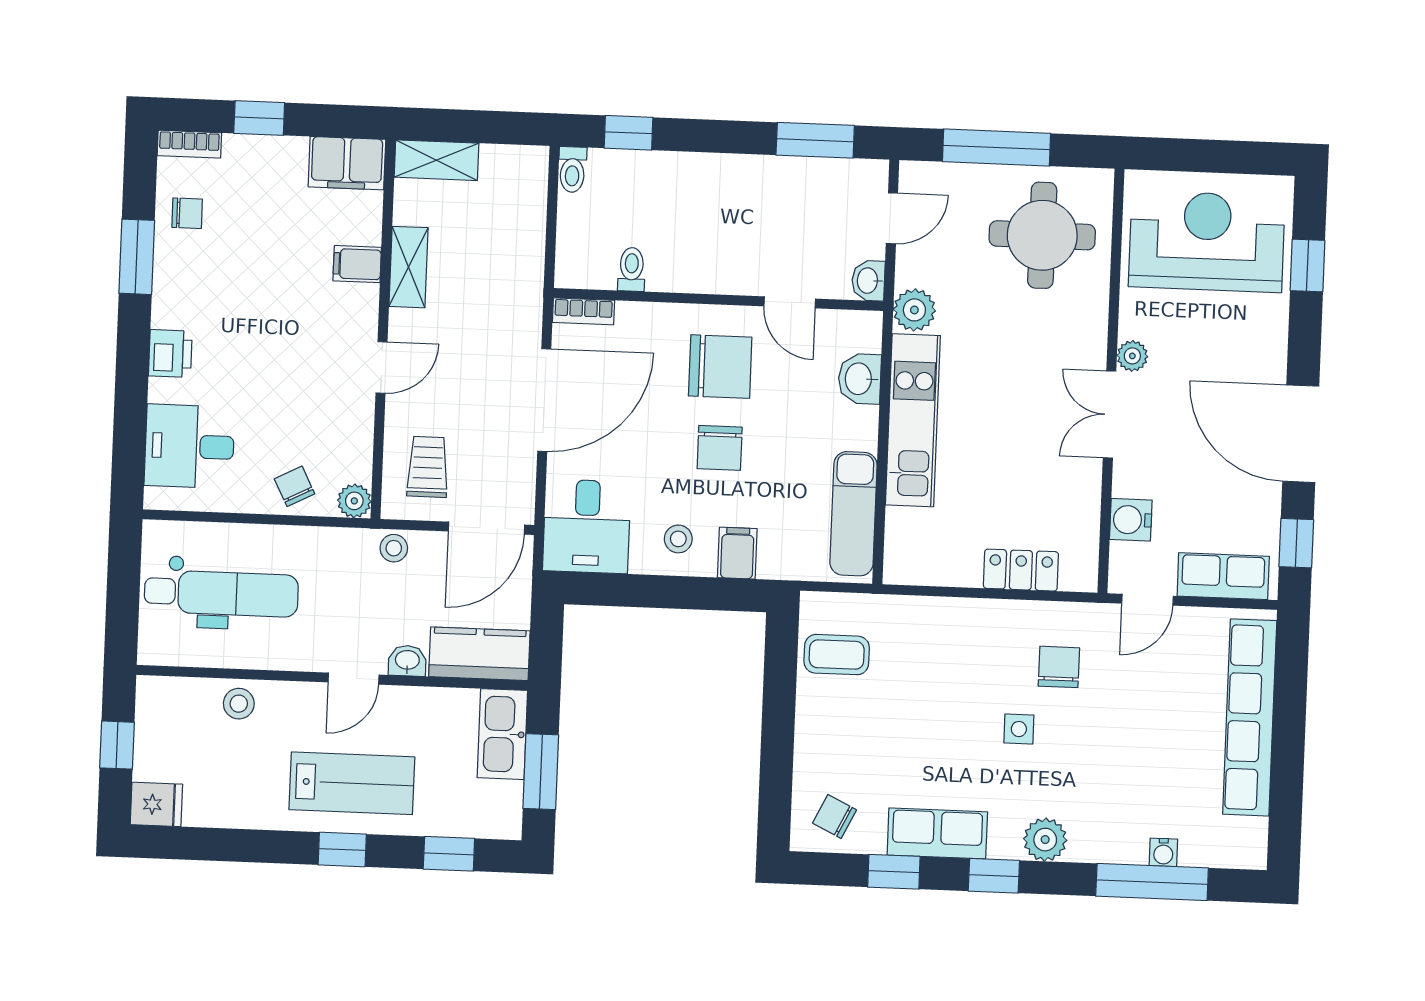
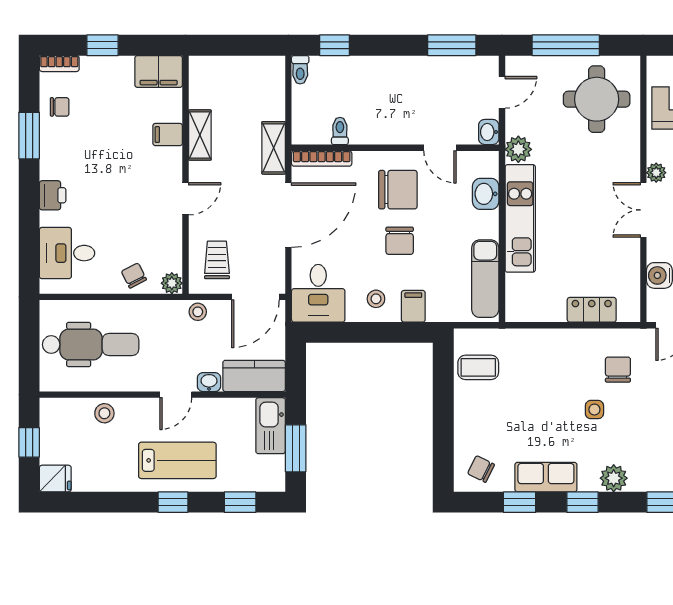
shelving: (436, 160) -> (274, 148), moved, turned 90
bookcase: (583, 311) -> (322, 158), width x1.56

